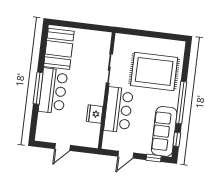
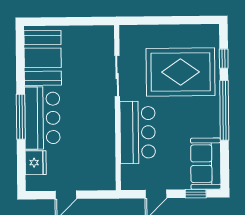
fridge: (95, 114) -> (36, 163), moved, turned 180
sofa: (164, 131) -> (206, 164), width x0.73
window: (177, 139) -> (224, 59), moved

